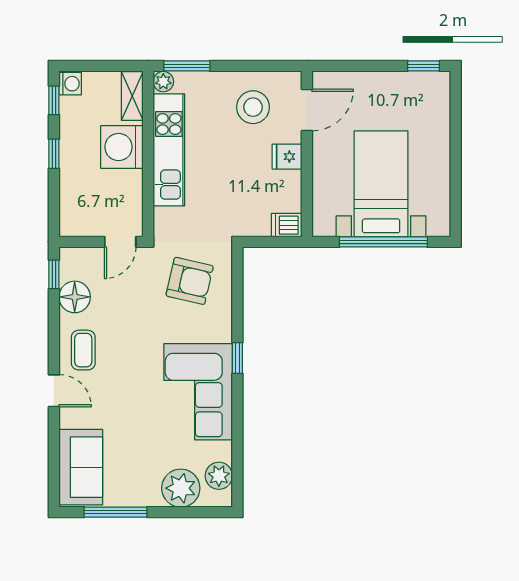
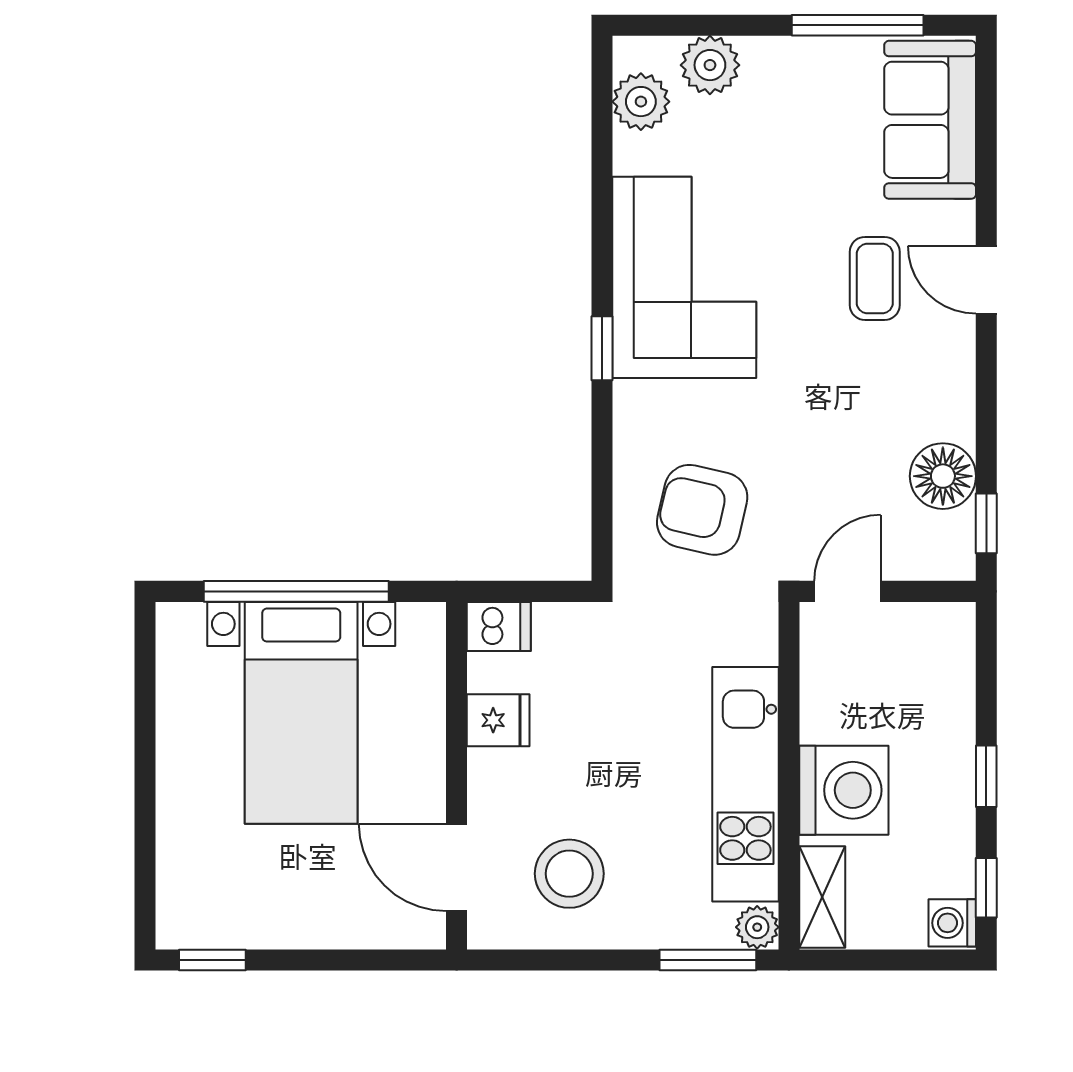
door: (307, 110) -> (457, 868), hinge flipped
fridge: (287, 157) -> (498, 720), moved
coffee table: (83, 350) -> (875, 278), moved
plant: (181, 488) -> (710, 65), width x0.73, depth x0.73

